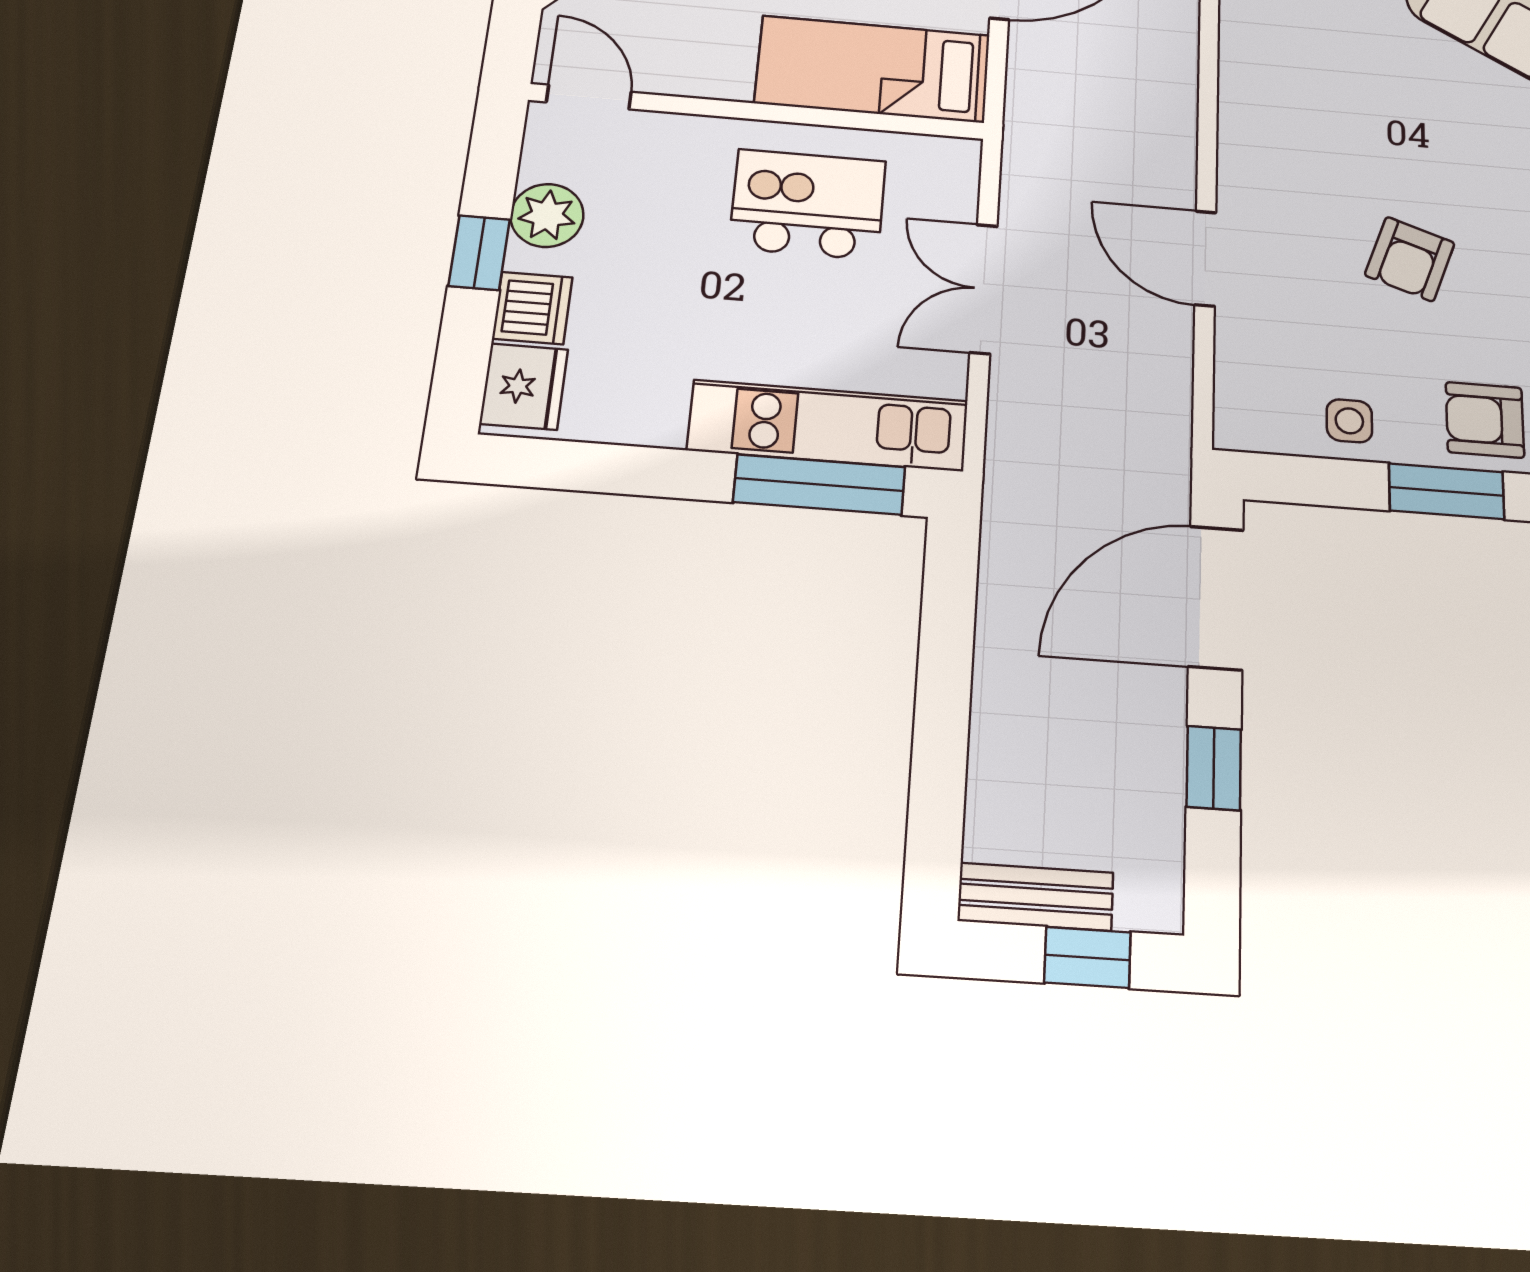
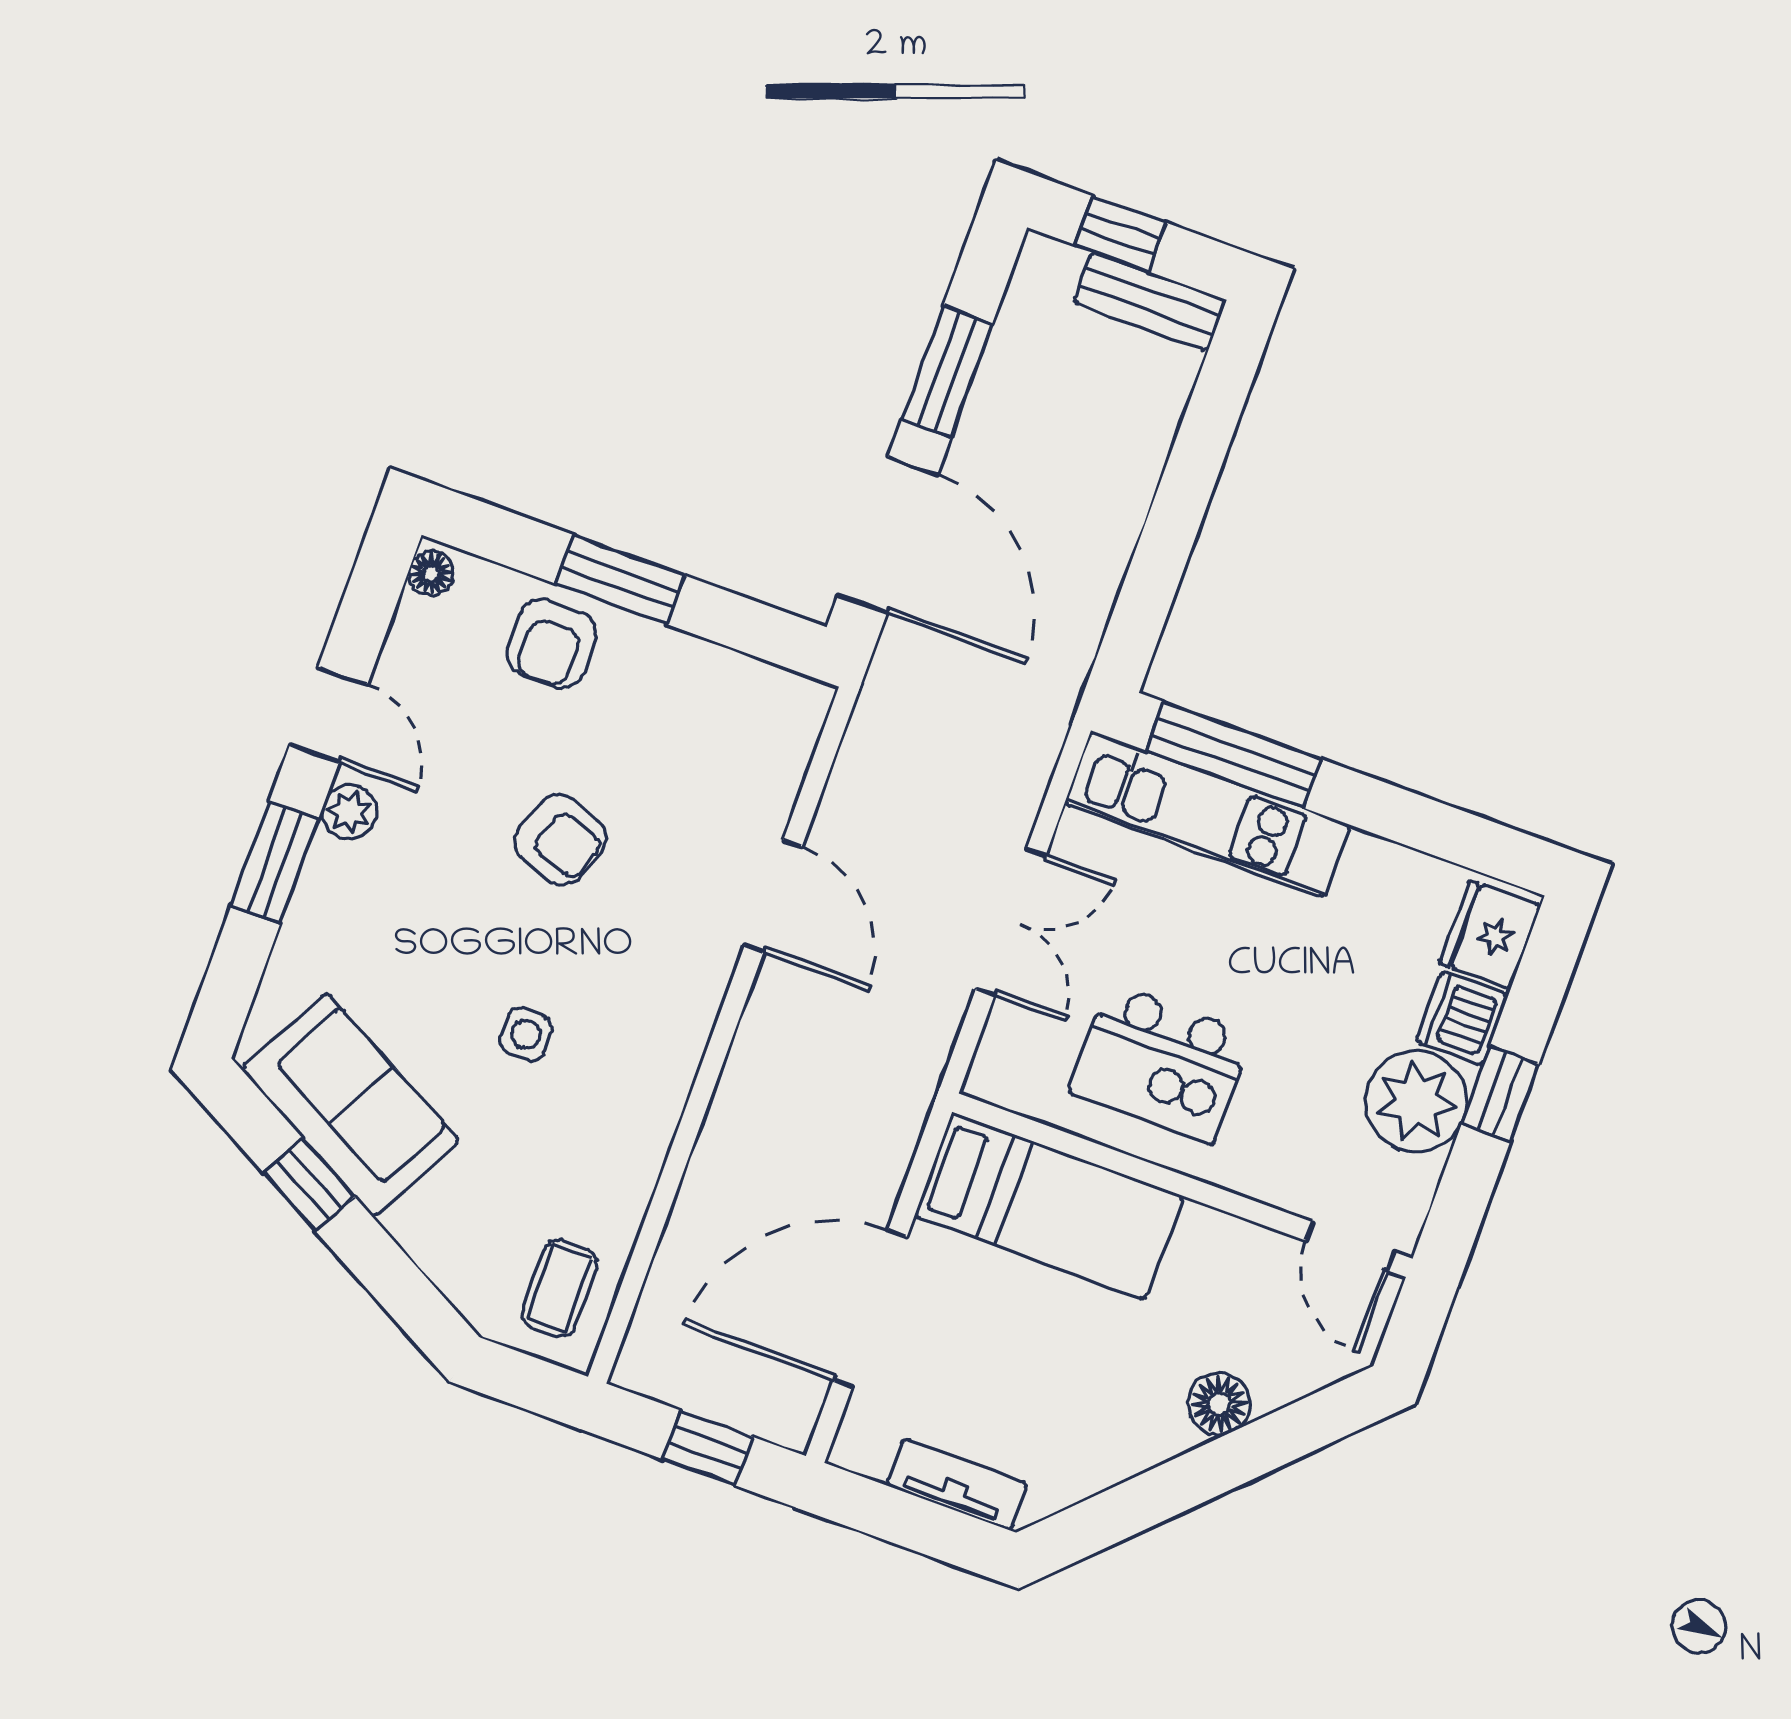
plant: (547, 215) -> (1416, 1101), width x1.36, depth x1.36
armchair: (1410, 259) -> (560, 839), turned 91
armchair: (1485, 420) -> (552, 644), turned 90
side table: (1349, 421) -> (526, 1034), moved
door: (1216, 598) -> (888, 535), hinge flipped
window: (1214, 768) -> (947, 372), width x1.50

